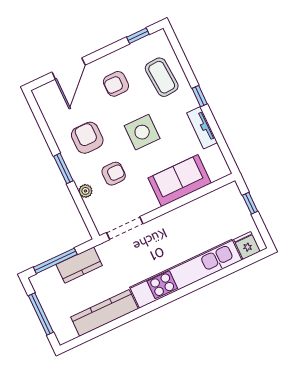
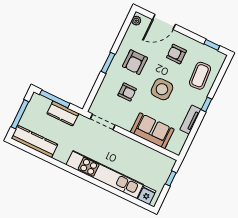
armchair: (87, 138) -> (135, 62), turned 180
plant: (85, 191) -> (136, 21), moved
kitchen counter: (104, 313) -> (34, 141), moved

